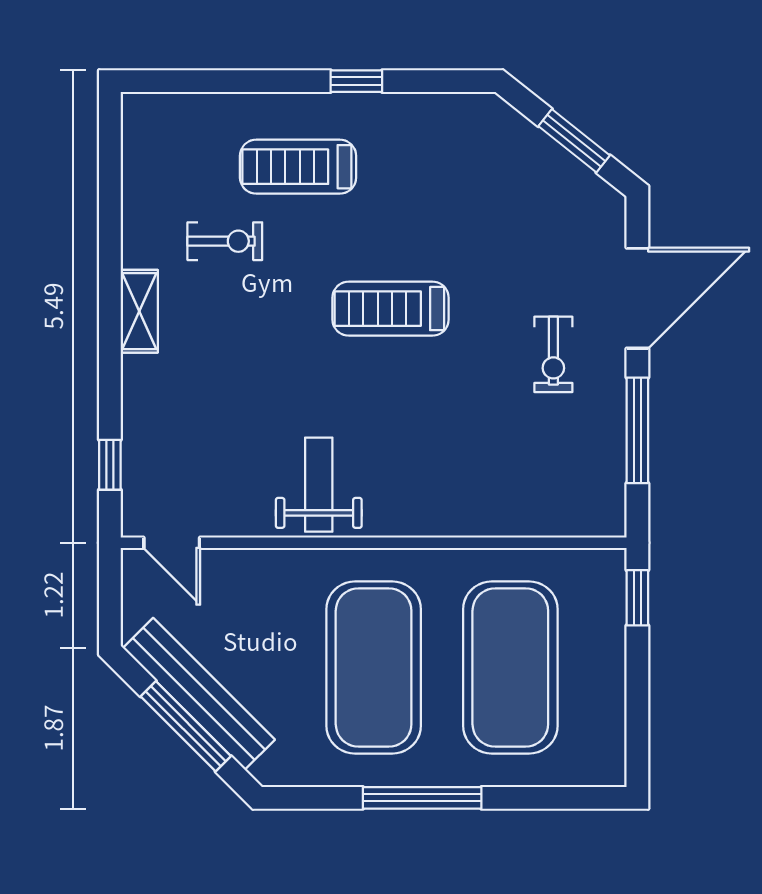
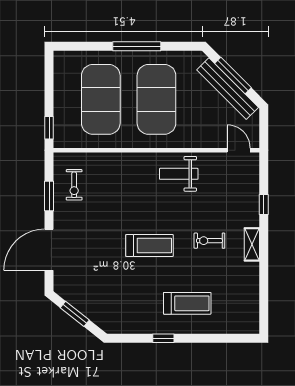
exercise bike: (225, 241) -> (209, 241), moved
exercise bike: (553, 354) -> (74, 185), moved, turned 180
window: (637, 430) -> (49, 196), width x0.69
window: (110, 465) -> (264, 204), moved
weight bench: (319, 485) -> (179, 174), turned 90

